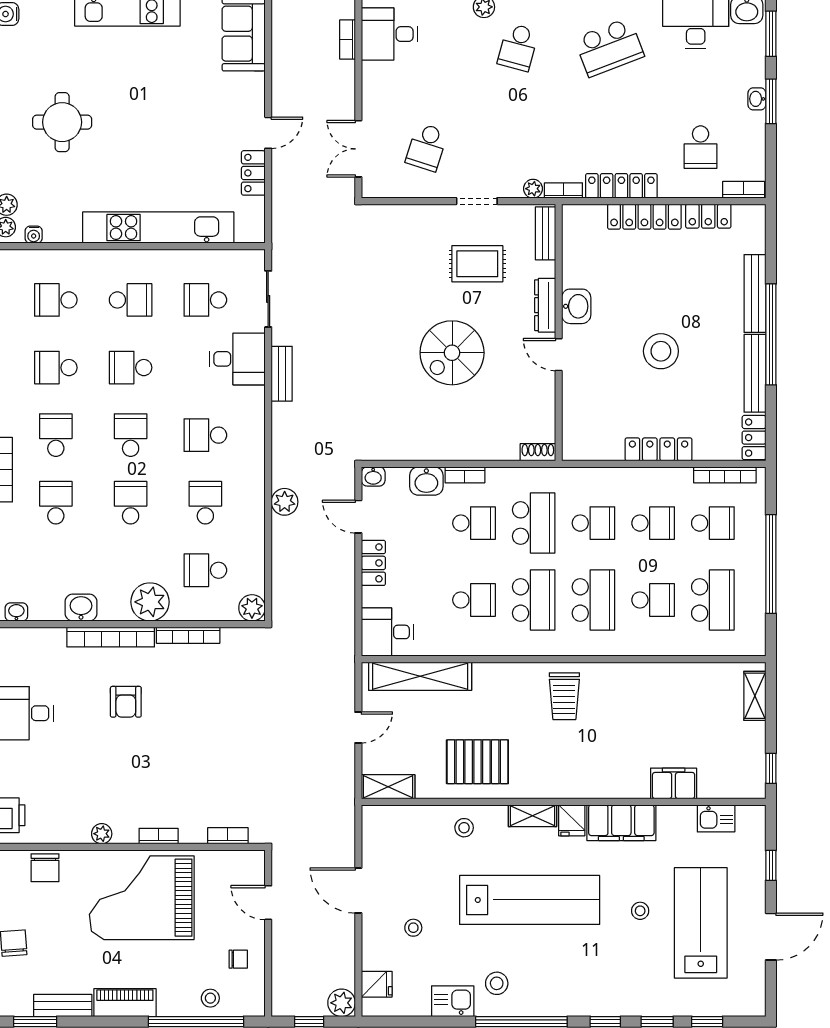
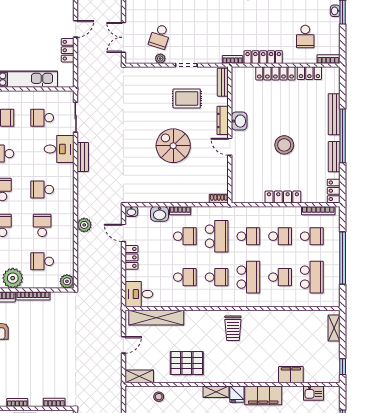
plant: (533, 189) -> (160, 59), moved
spiral stairs: (452, 353) -> (173, 146), turned 90
bench: (755, 373) -> (334, 157), width x0.73
school desk: (534, 600) -> (217, 277), width x0.54
stool: (464, 828) -> (159, 397), moved

